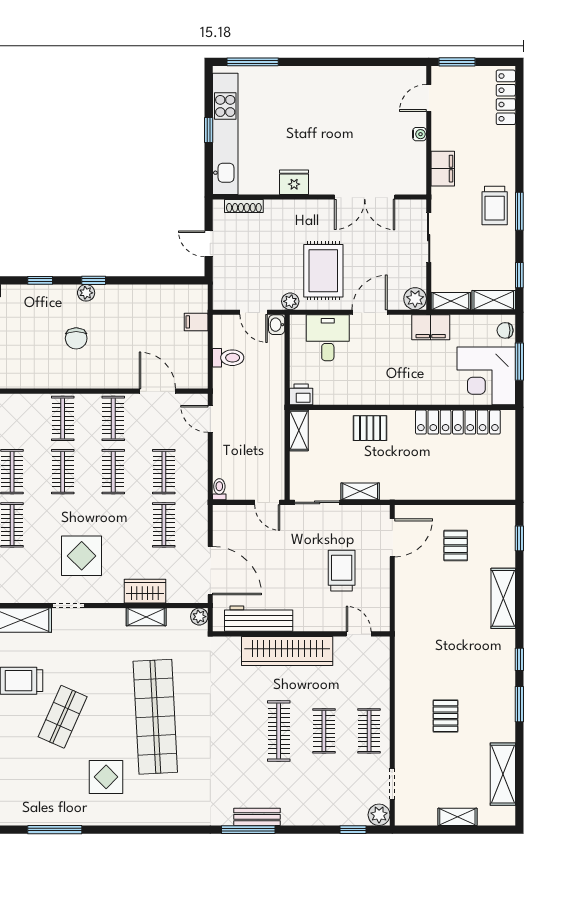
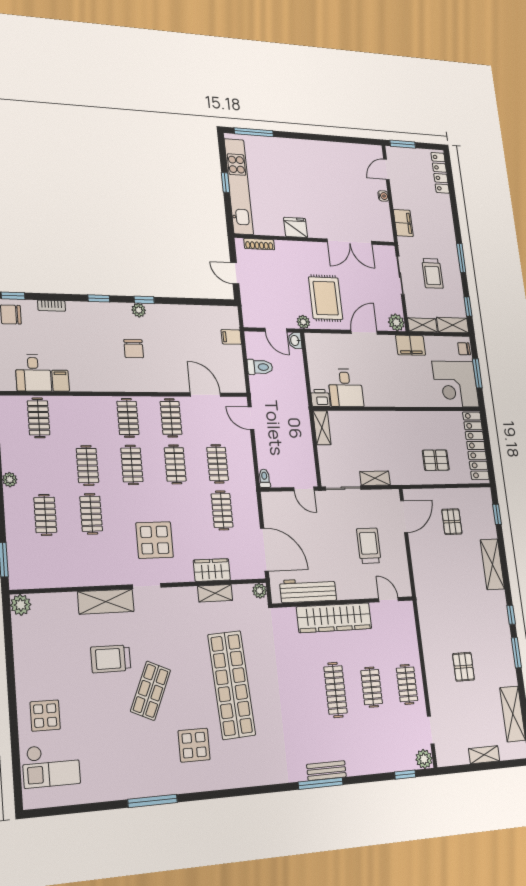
trolley: (495, 205) -> (432, 273), moved
desk: (328, 338) -> (346, 388), moved, turned 180
locker: (458, 422) -> (476, 445), moved, turned 90
pallet: (370, 428) -> (436, 460), moved

